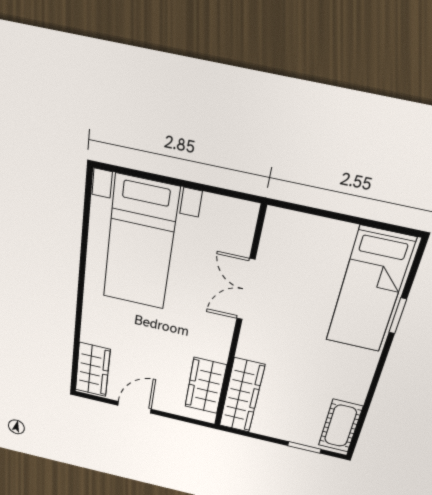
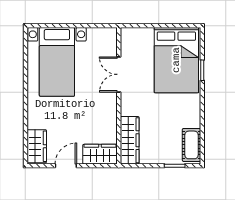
bed: (370, 291) -> (176, 60), width x1.50
wardrobe: (206, 386) -> (100, 154), moved, turned 90

